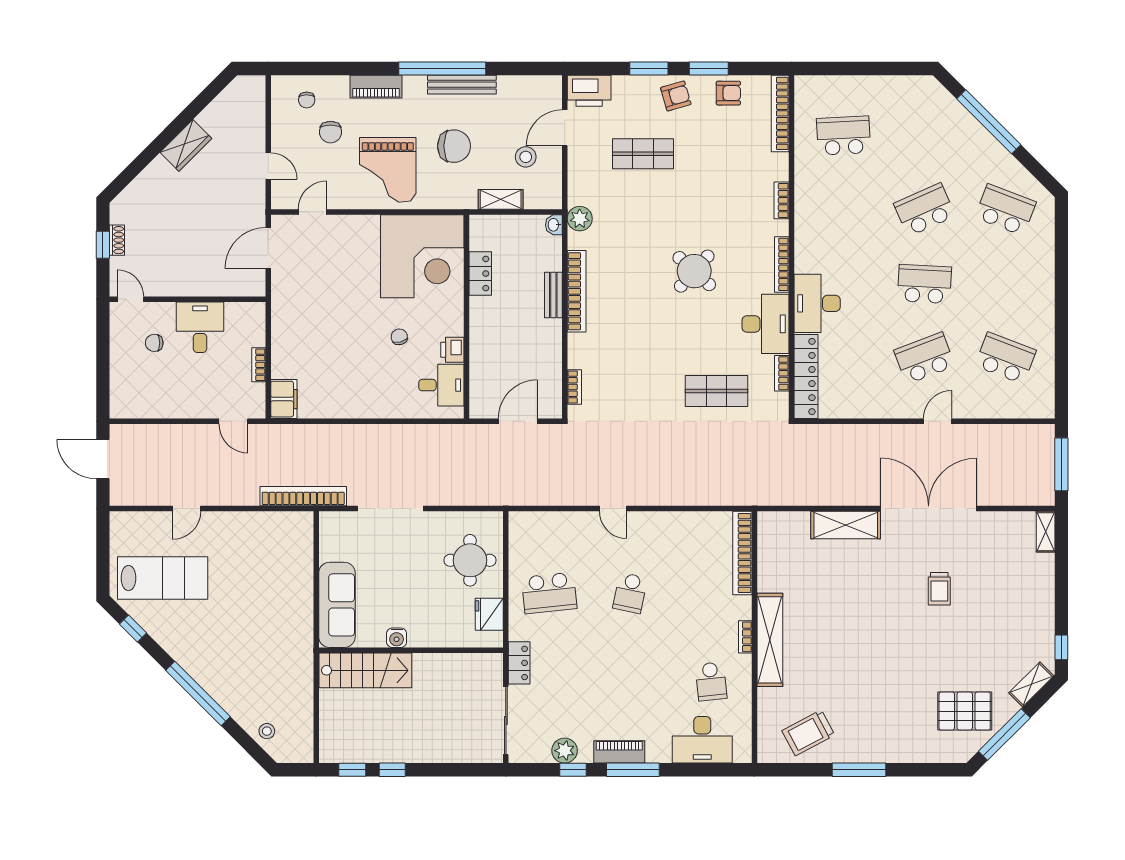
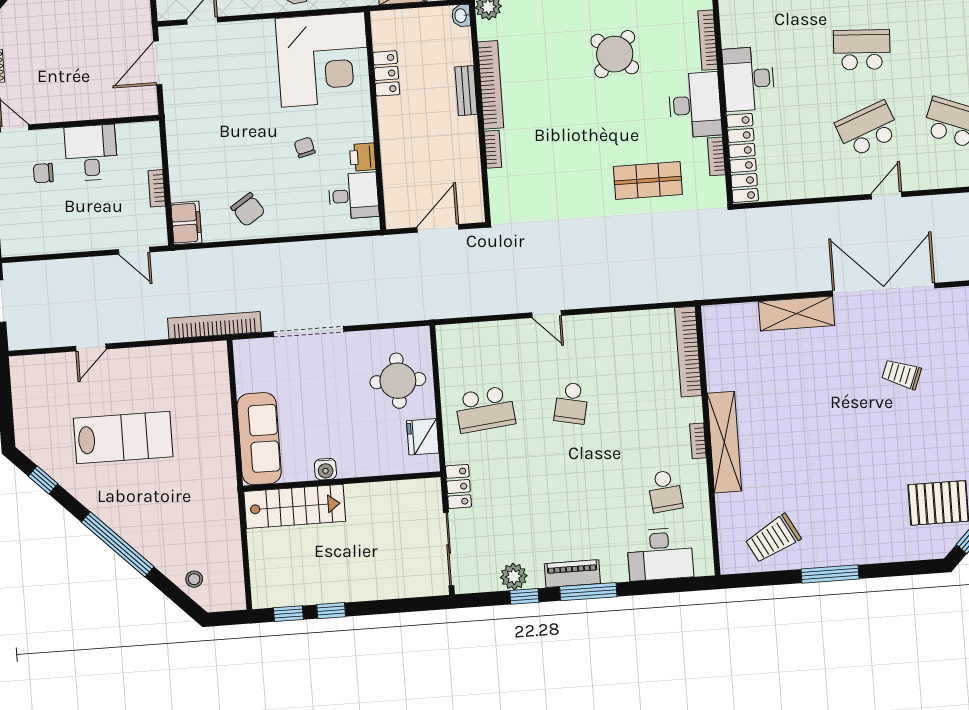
bookcase: (574, 387) -> (493, 149), moved
chair: (342, 391) -> (248, 210), added
lab bench: (163, 578) -> (123, 438), moved
trolley: (939, 589) -> (902, 374), turned 111

